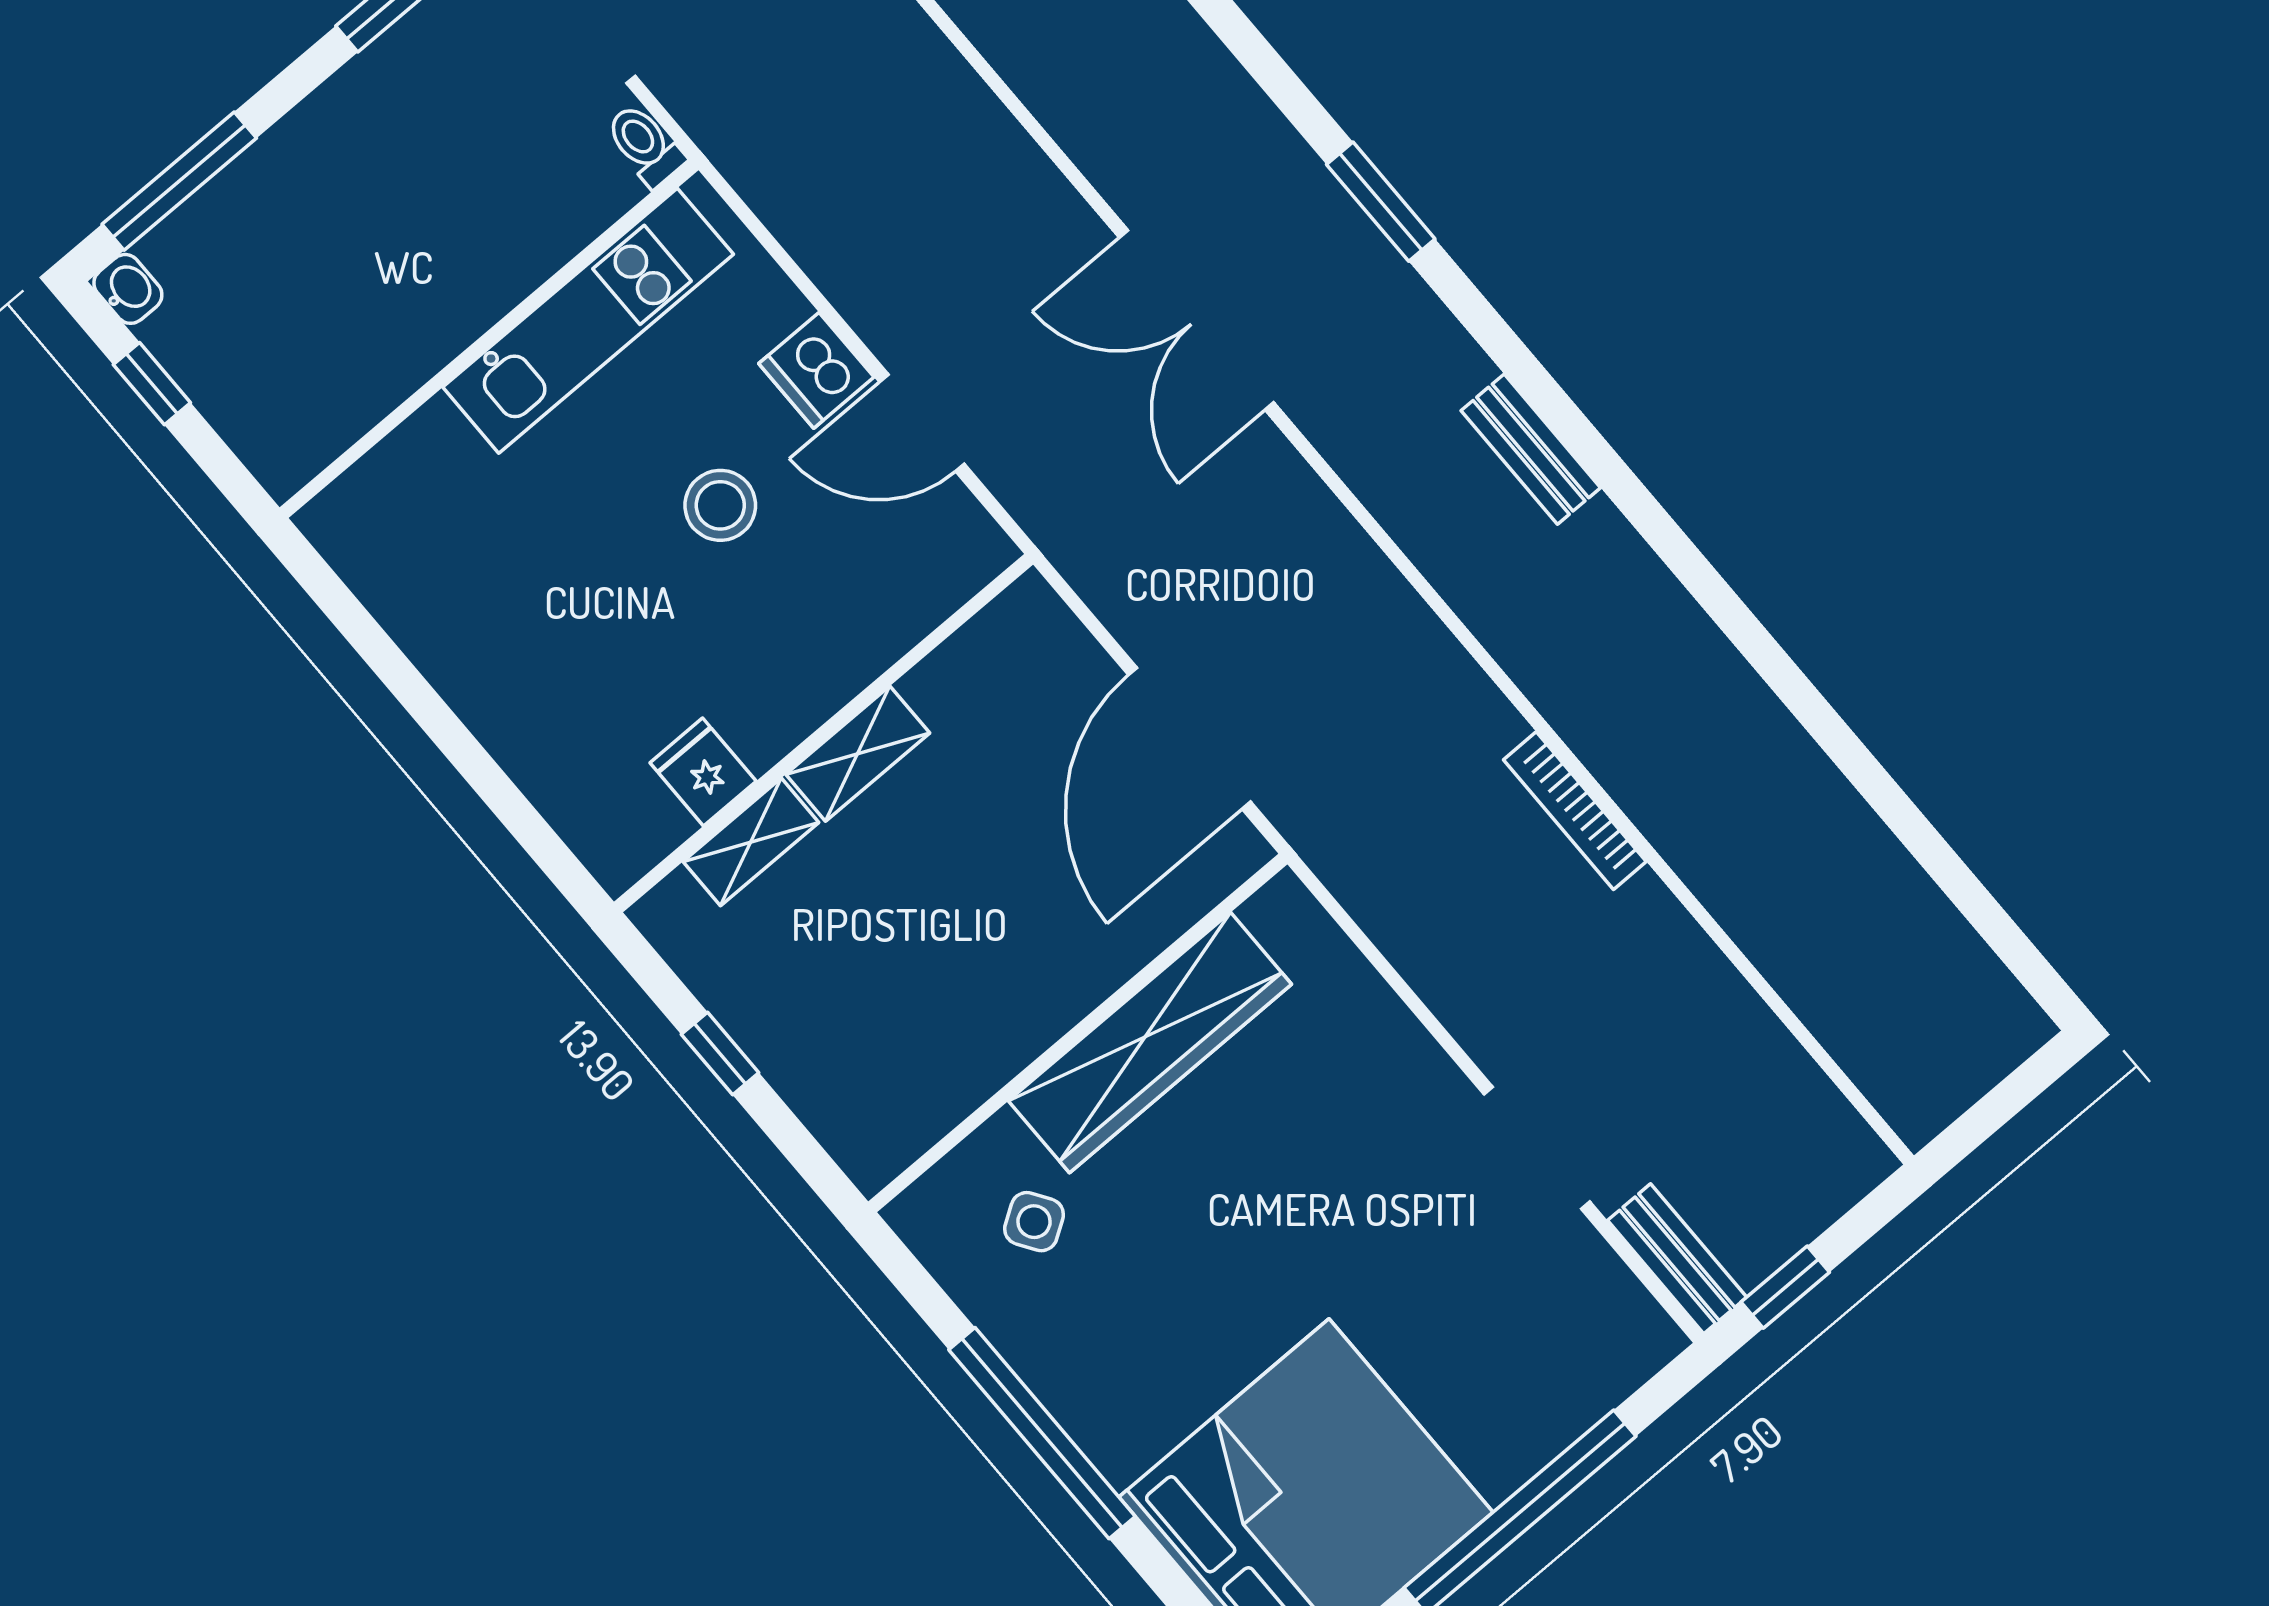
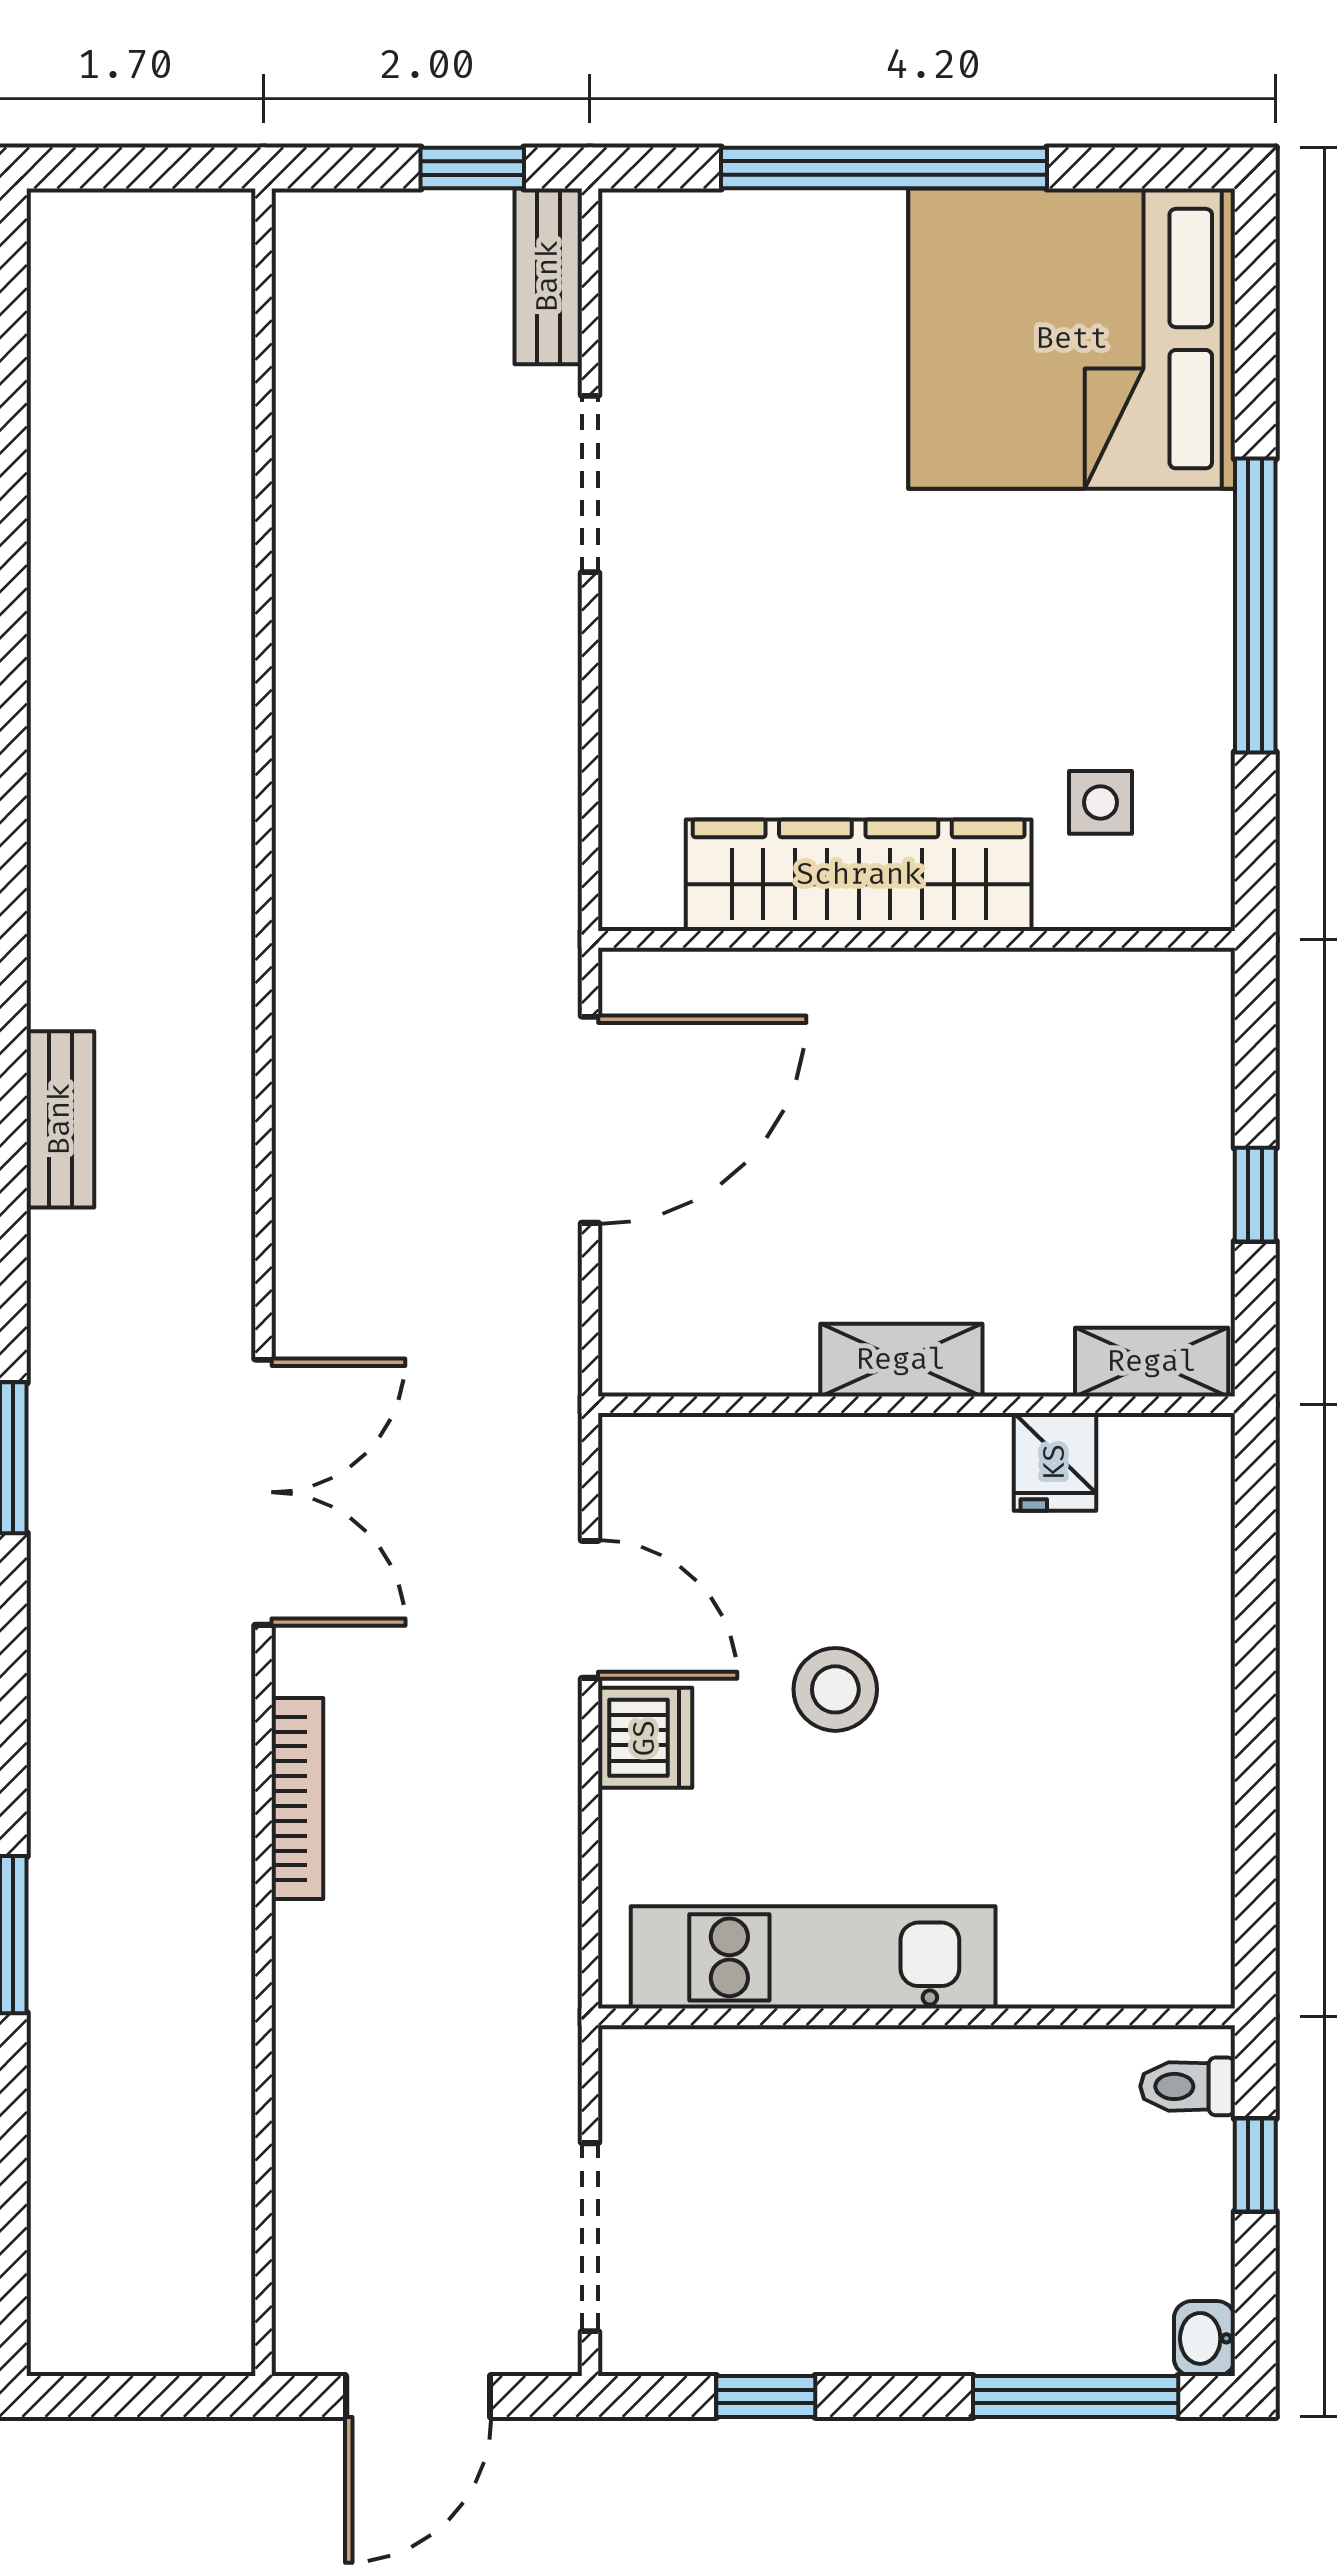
toilet: (645, 145) -> (1188, 2086), moved, turned 90
window: (152, 384) -> (1255, 2165), moved
bookcase: (1575, 811) -> (297, 1798), moved
shelving: (751, 842) -> (1152, 1362), moved
side table: (1034, 1222) -> (1100, 802), turned 33

